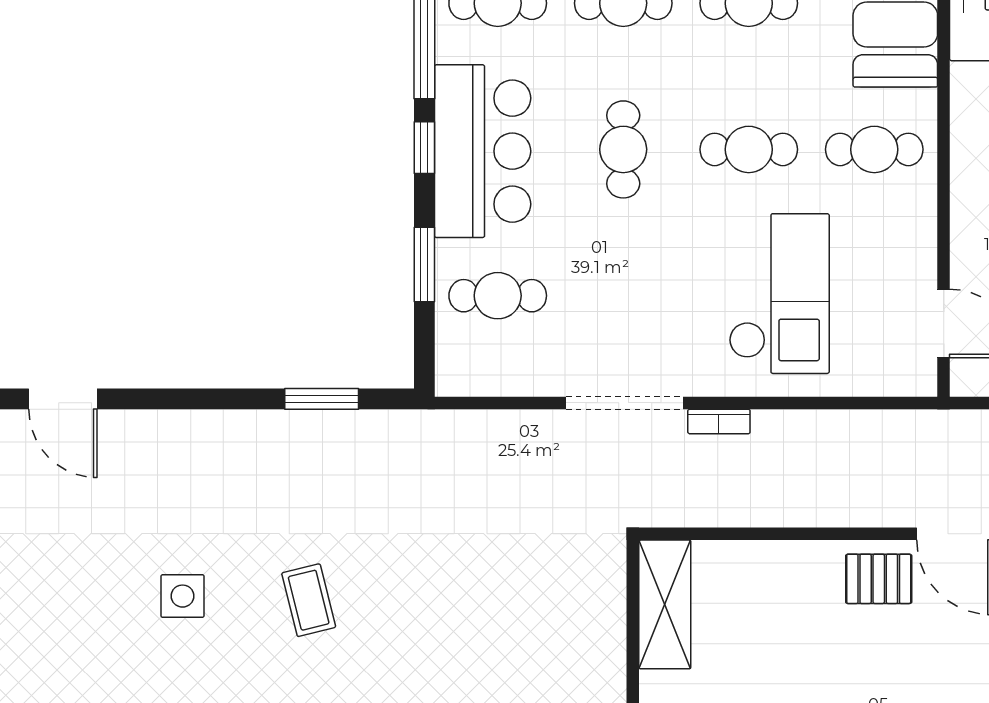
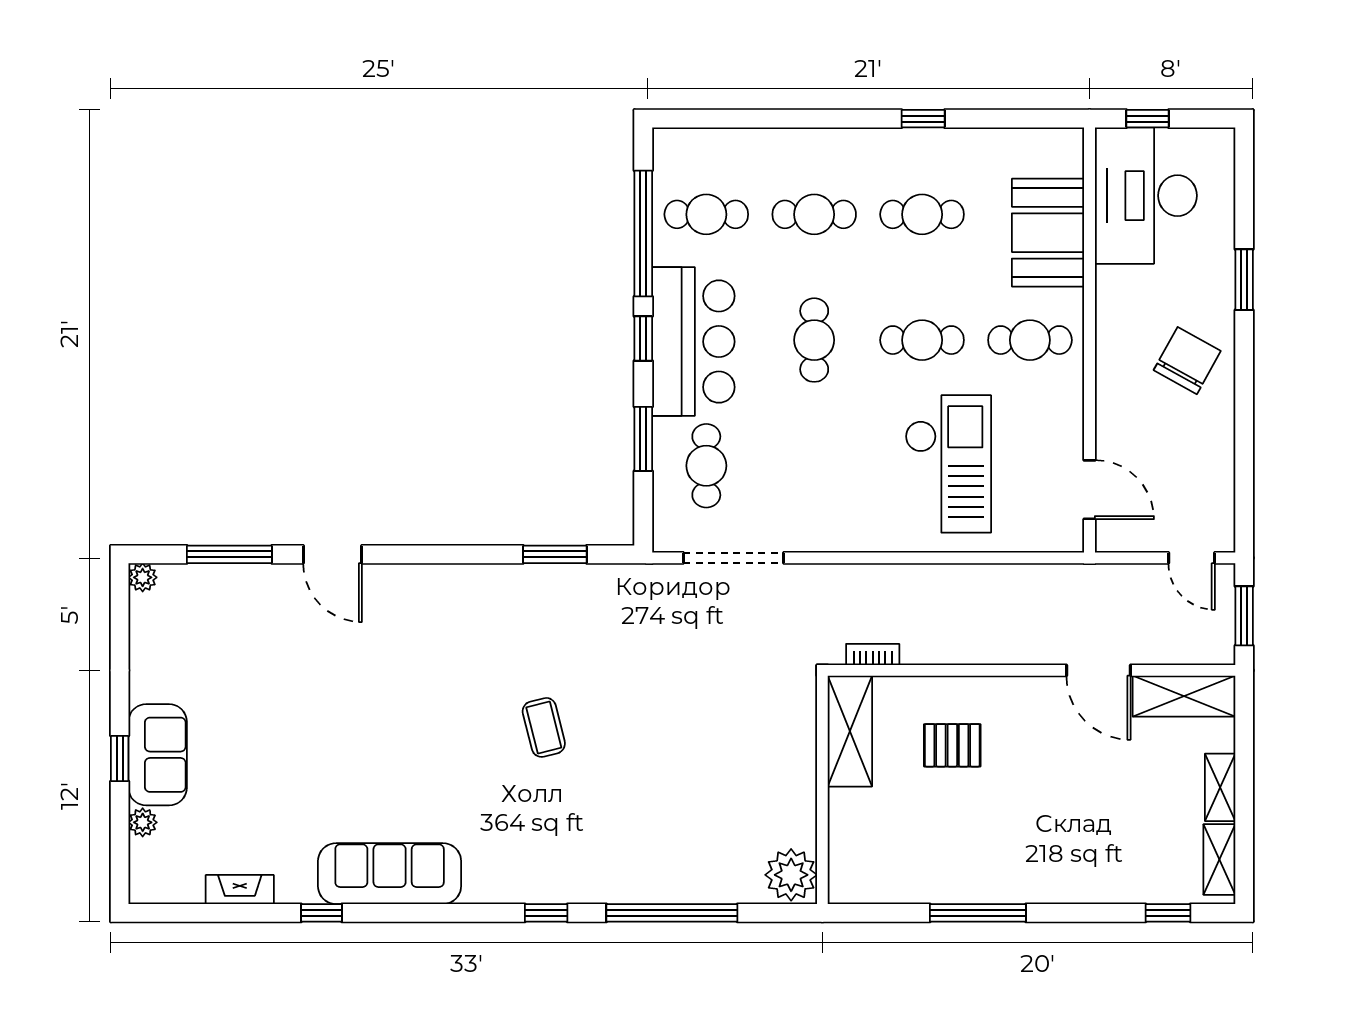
cafe table: (498, 296) -> (706, 466), turned 90
doorway: (625, 403) -> (733, 558), moved
bookcase: (719, 421) -> (873, 654), moved, turned 180
pallet: (879, 579) -> (952, 745), moved
side table: (183, 596) -> (435, 724), removed

